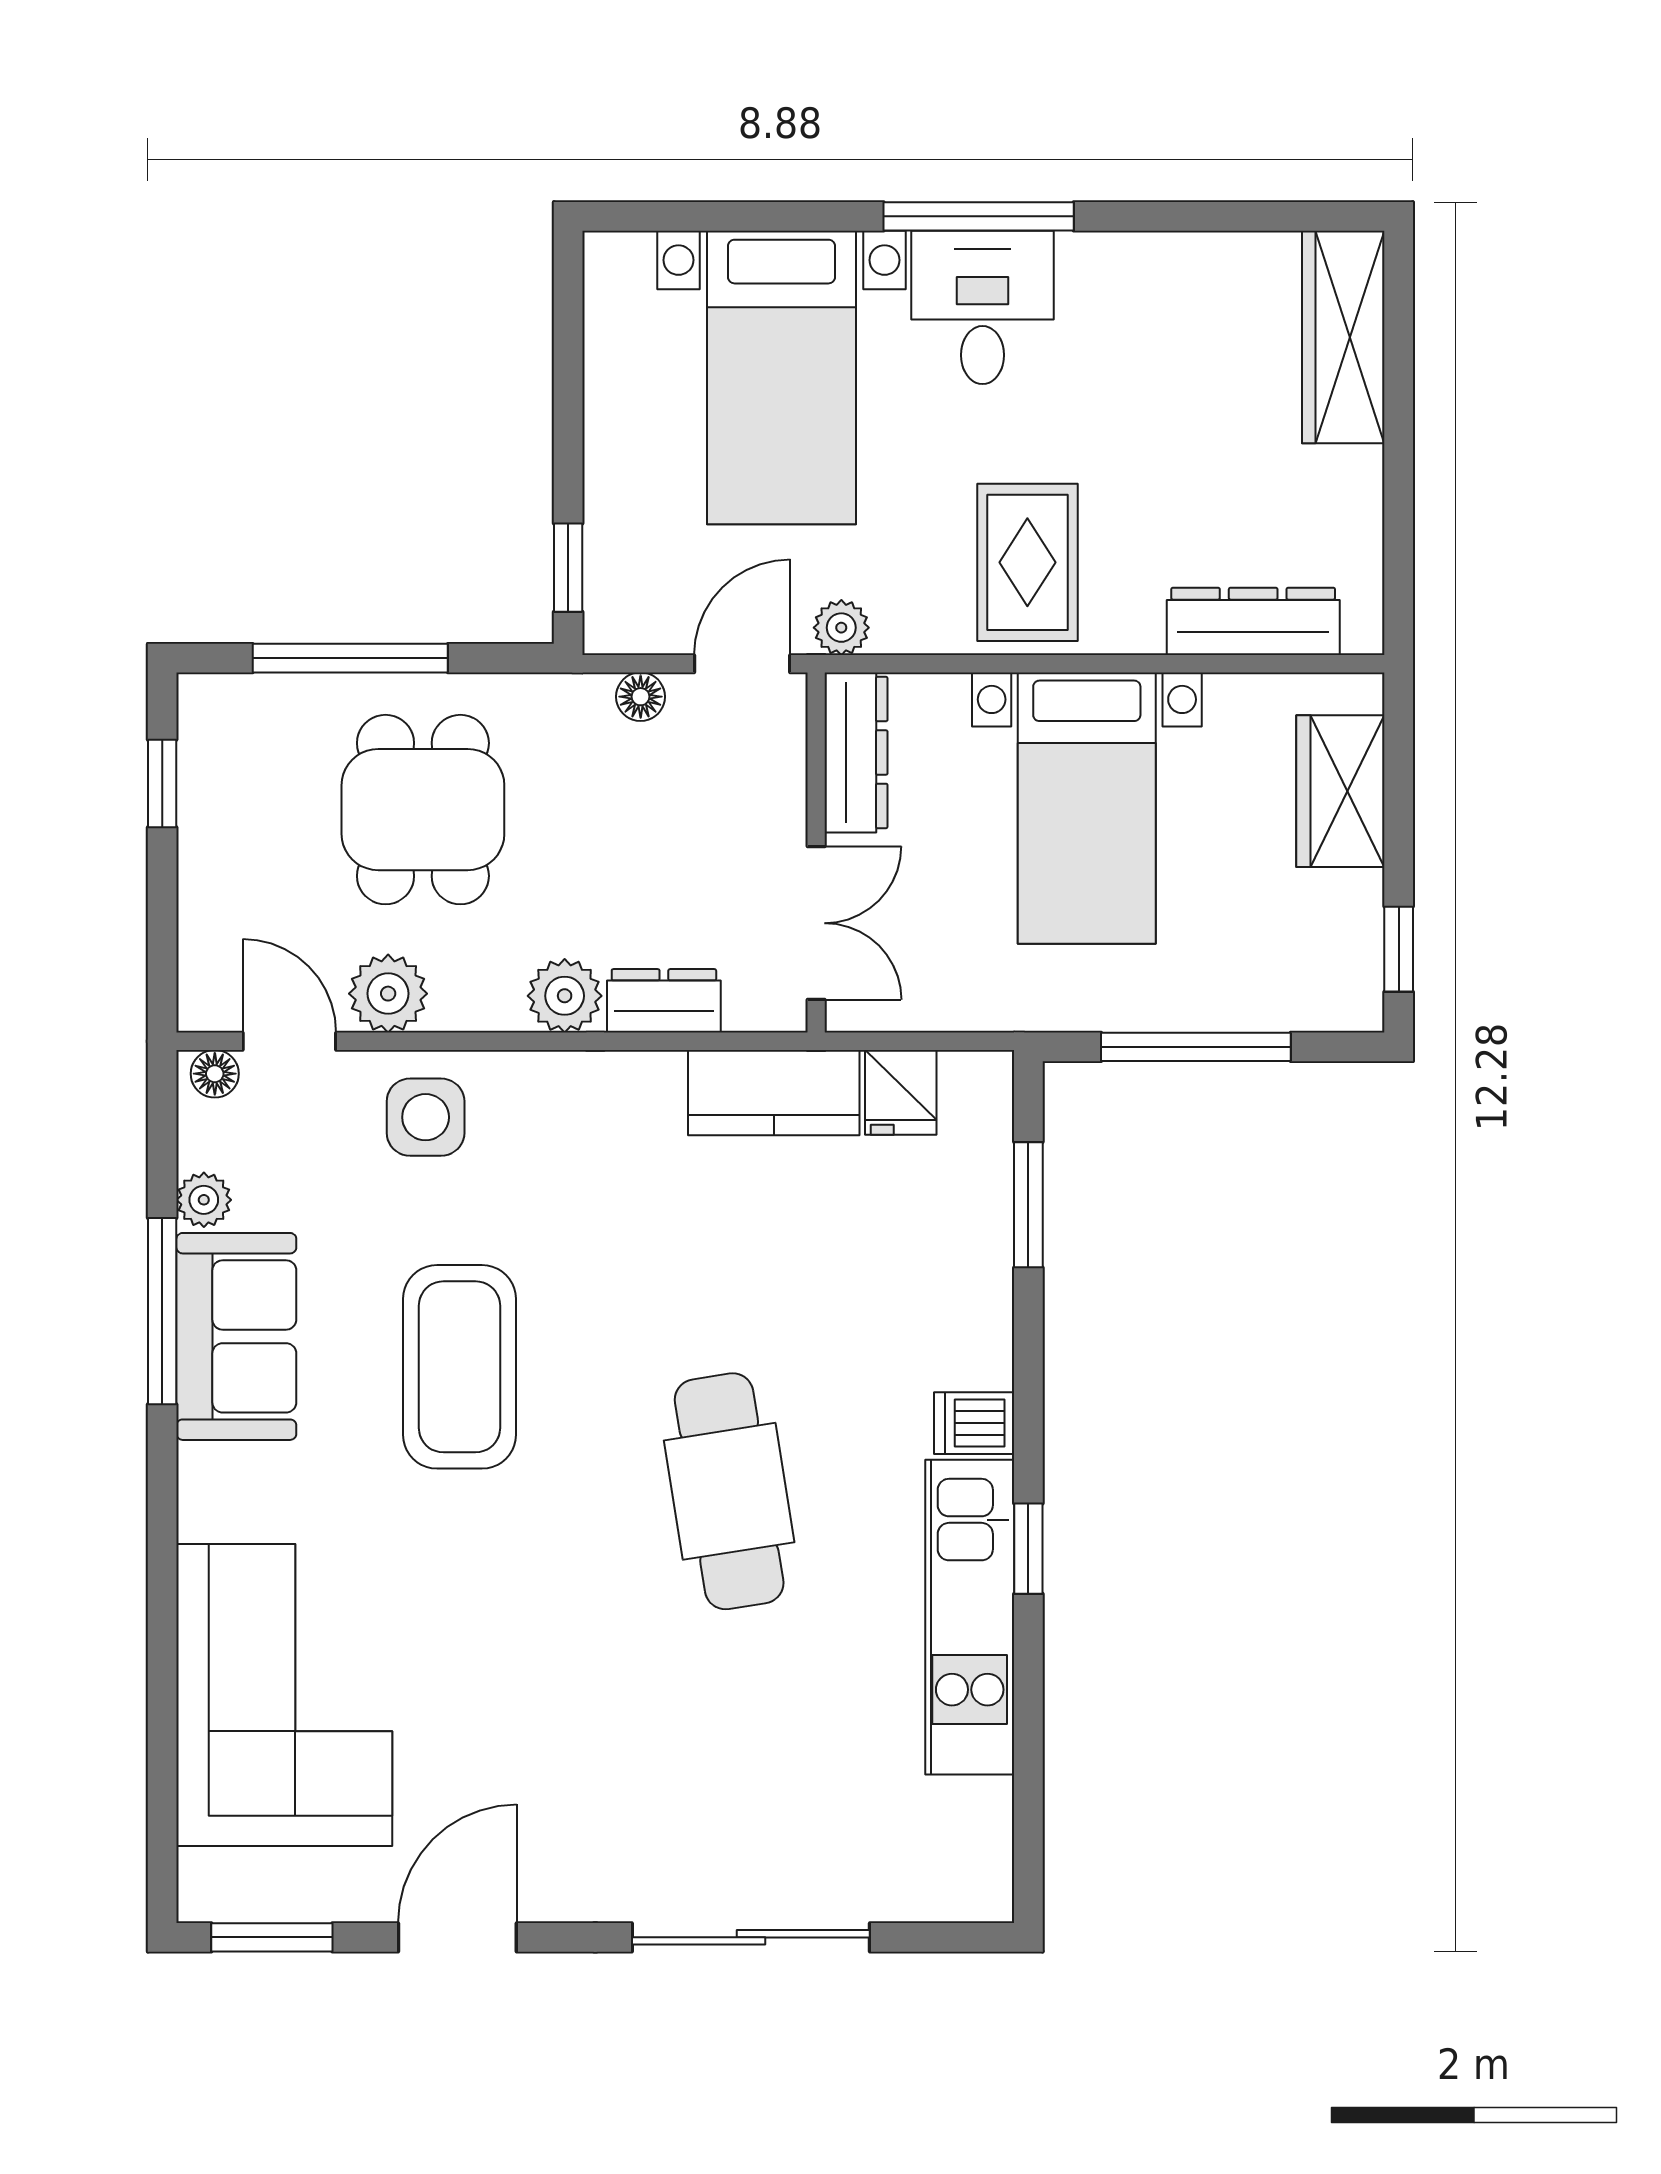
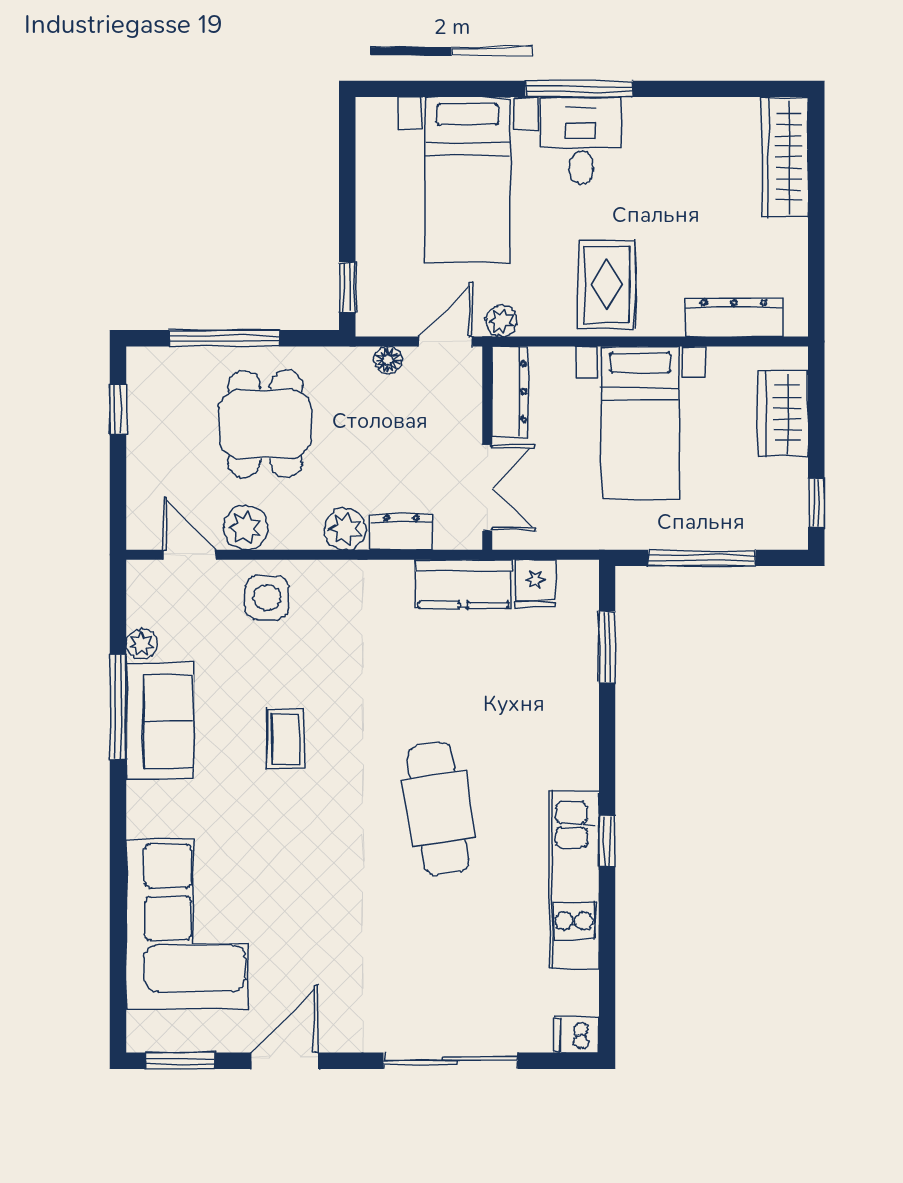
floor lamp: (215, 1074) -> (148, 573), removed
coffee table: (459, 1367) -> (286, 739), width x0.54, depth x0.58
dishwasher: (974, 1423) -> (576, 1035), moved

